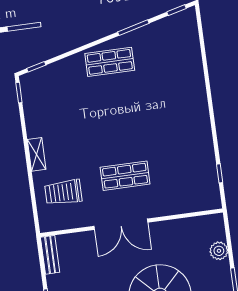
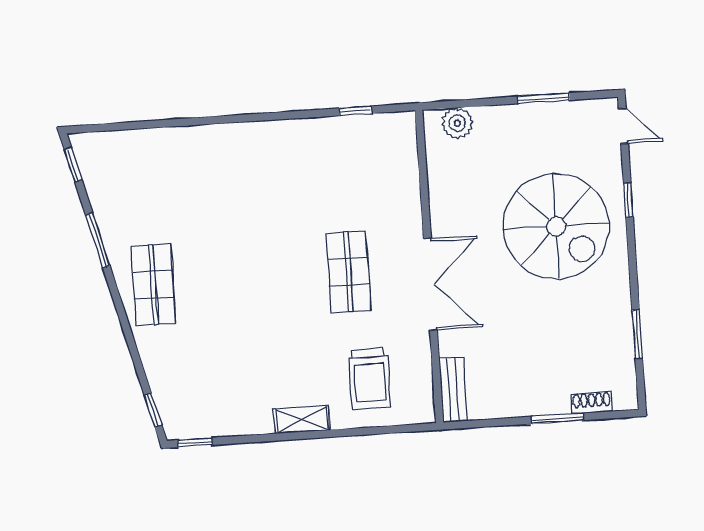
plant: (219, 251) -> (457, 123), moved
bench: (50, 255) -> (453, 390), moved, turned 90

